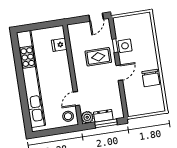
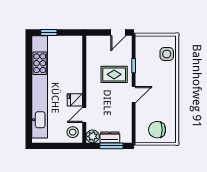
window: (32, 27) -> (49, 32), added
fridge: (59, 45) -> (75, 100), moved
side table: (125, 46) -> (167, 54), moved
chair: (151, 78) -> (157, 130), moved, turned 90

